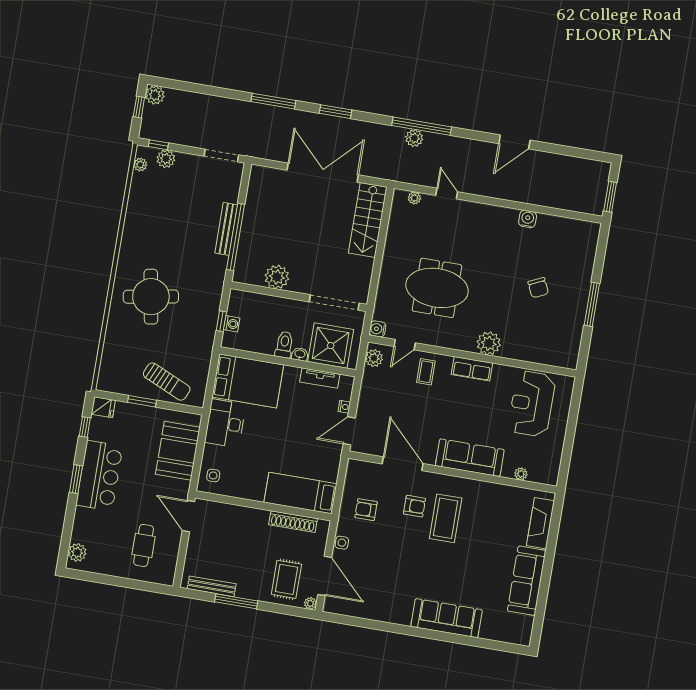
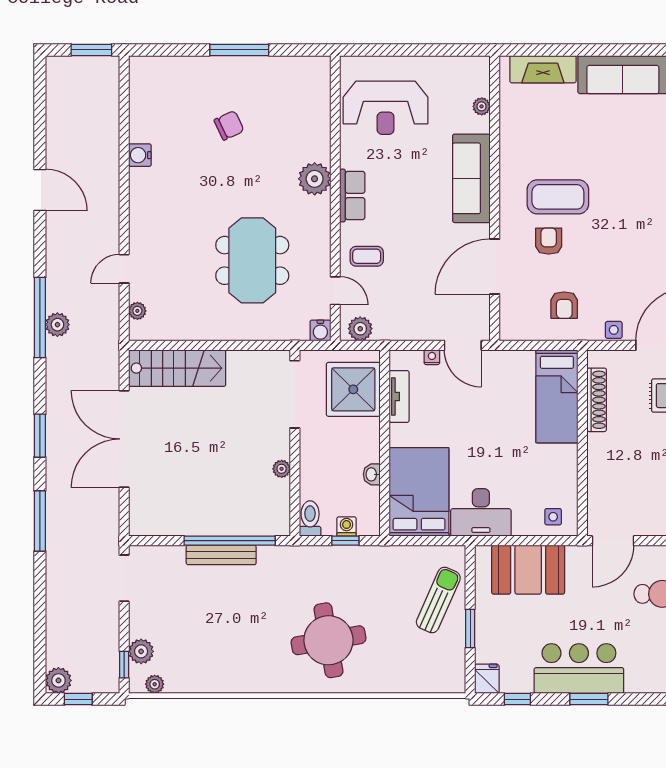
plant: (277, 277) -> (282, 469), width x0.53, depth x0.53
toilet: (284, 345) -> (310, 519), moved, turned 90
washbasin: (300, 354) -> (372, 474), moved

